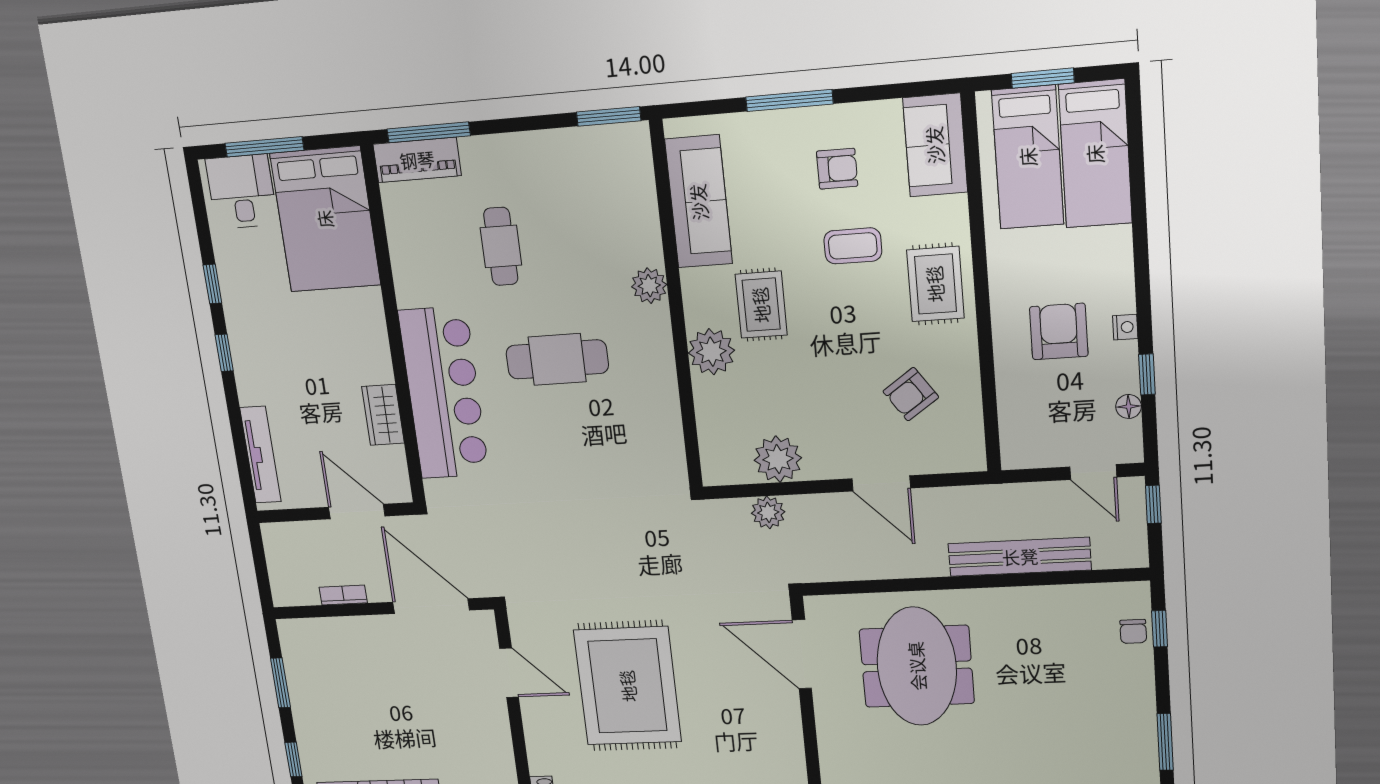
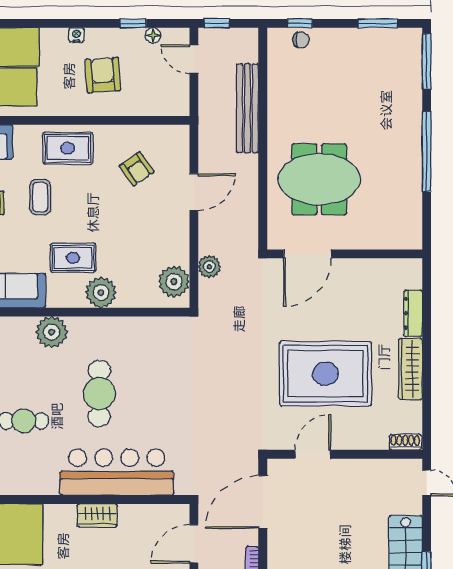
plant: (649, 286) -> (52, 332), width x1.36, depth x1.36
nightstand: (1125, 327) -> (77, 35), moved
armchair: (1059, 331) -> (103, 75), turned 86
wardrobe: (383, 415) -> (97, 516), moved
plant: (778, 459) -> (174, 282), moved
door: (1093, 472) -> (194, 59), swing flipped

